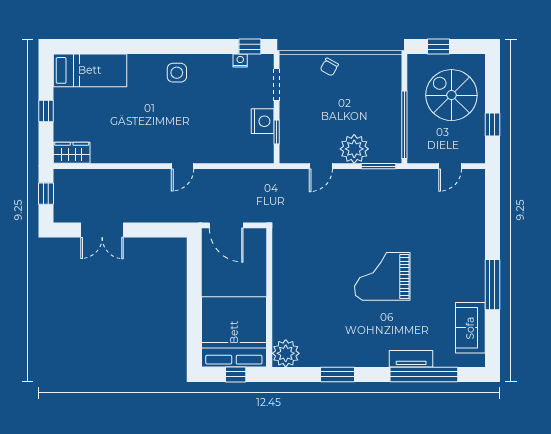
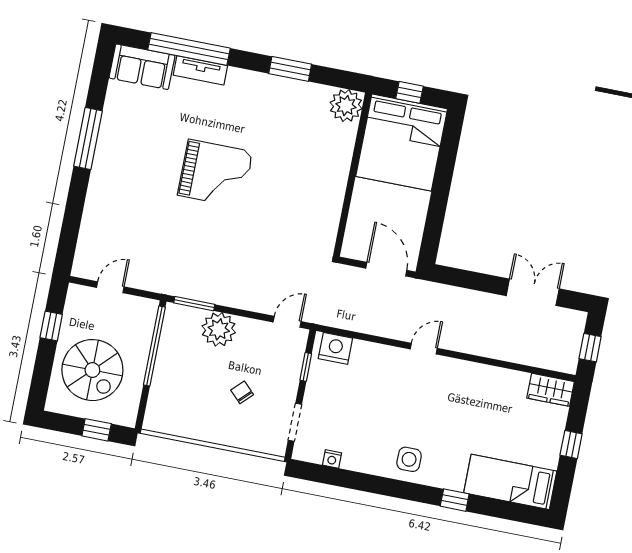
window: (250, 47) -> (455, 500), moved
chair: (329, 67) -> (242, 392), moved, turned -74
nightstand: (263, 121) -> (335, 348), moved, turned 90
door: (321, 166) -> (287, 322), moved
sofa: (470, 328) -> (142, 67), moved, turned 90

